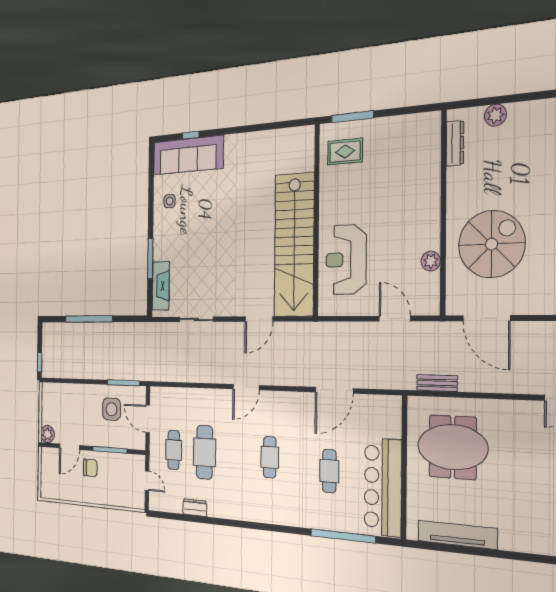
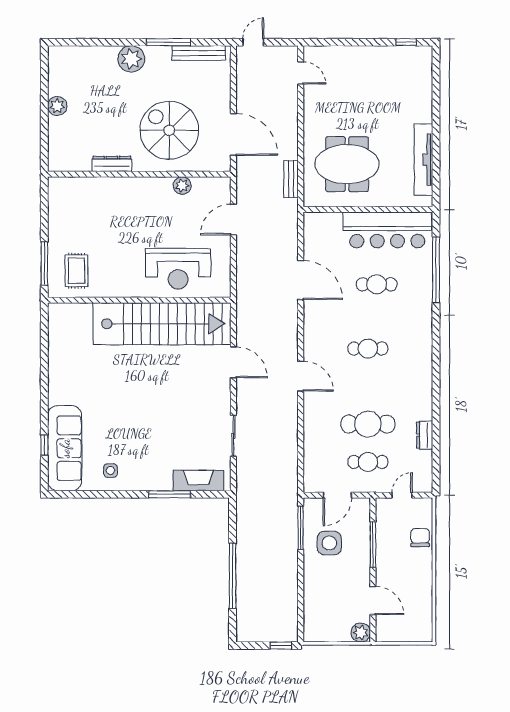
plant: (495, 115) -> (57, 106), moved
dresser: (455, 143) -> (112, 164), moved
door: (486, 318) -> (233, 135), hinge flipped
meeting table: (453, 447) -> (347, 164), turned 90
chair: (90, 468) -> (420, 538), moved

